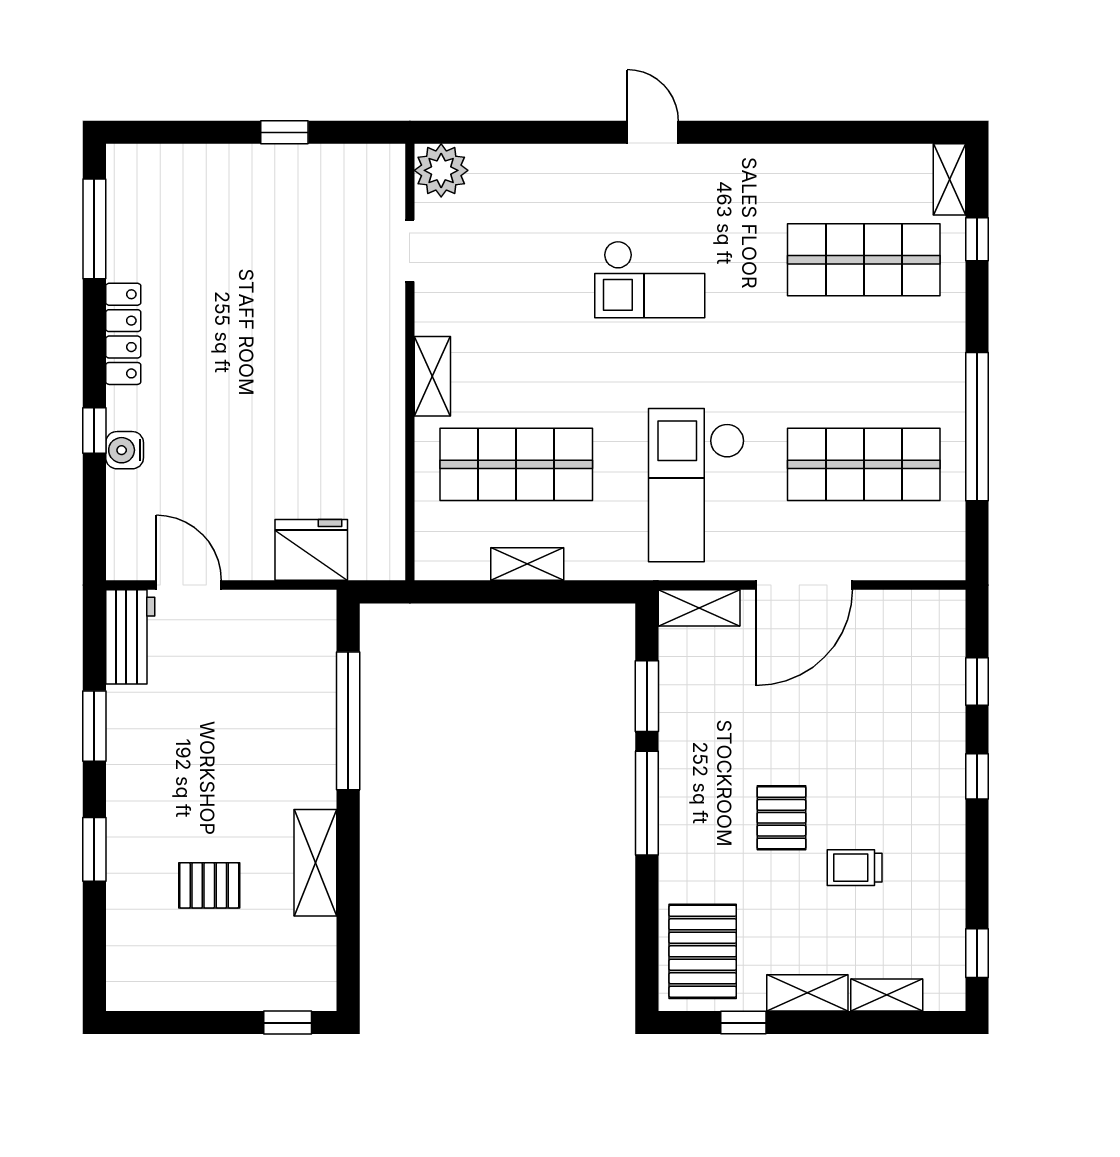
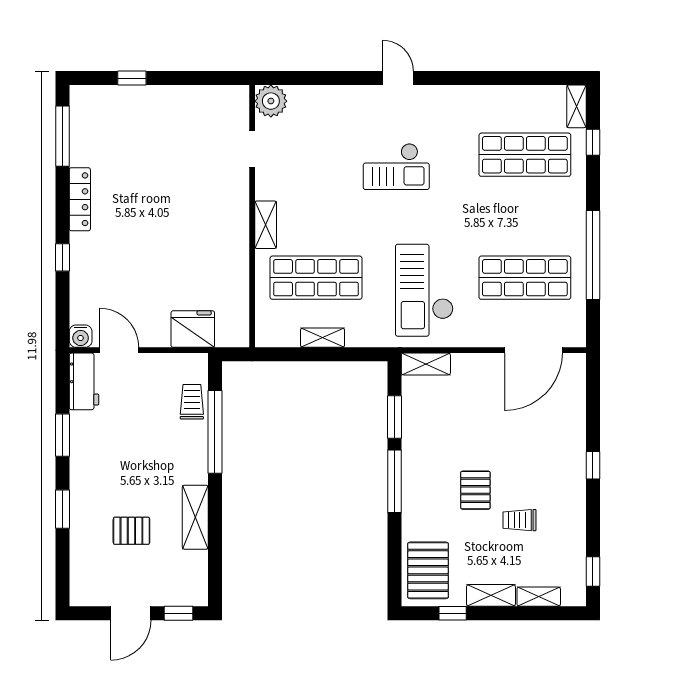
window: (284, 132) -> (132, 78), moved
water cooler: (125, 450) -> (81, 336), moved, turned -90
door: (804, 585) -> (533, 350), moved
trolley: (310, 671) -> (192, 402), added
window: (977, 681) -> (593, 408), removed
door: (208, 1023) -> (131, 613), added

